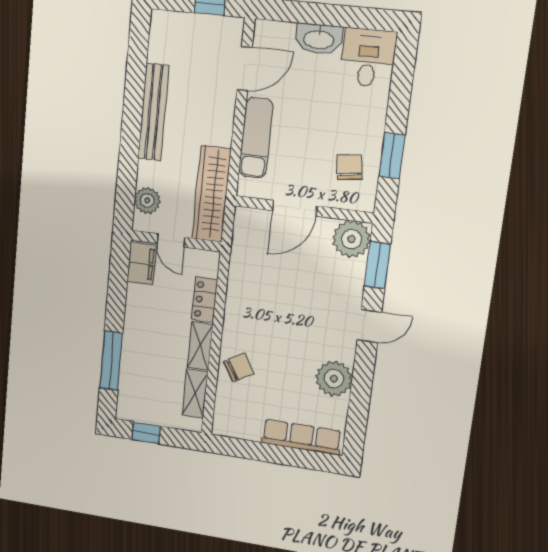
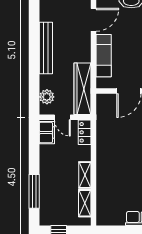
locker: (205, 300) -> (85, 132), moved
chair: (238, 367) -> (108, 184), removed

